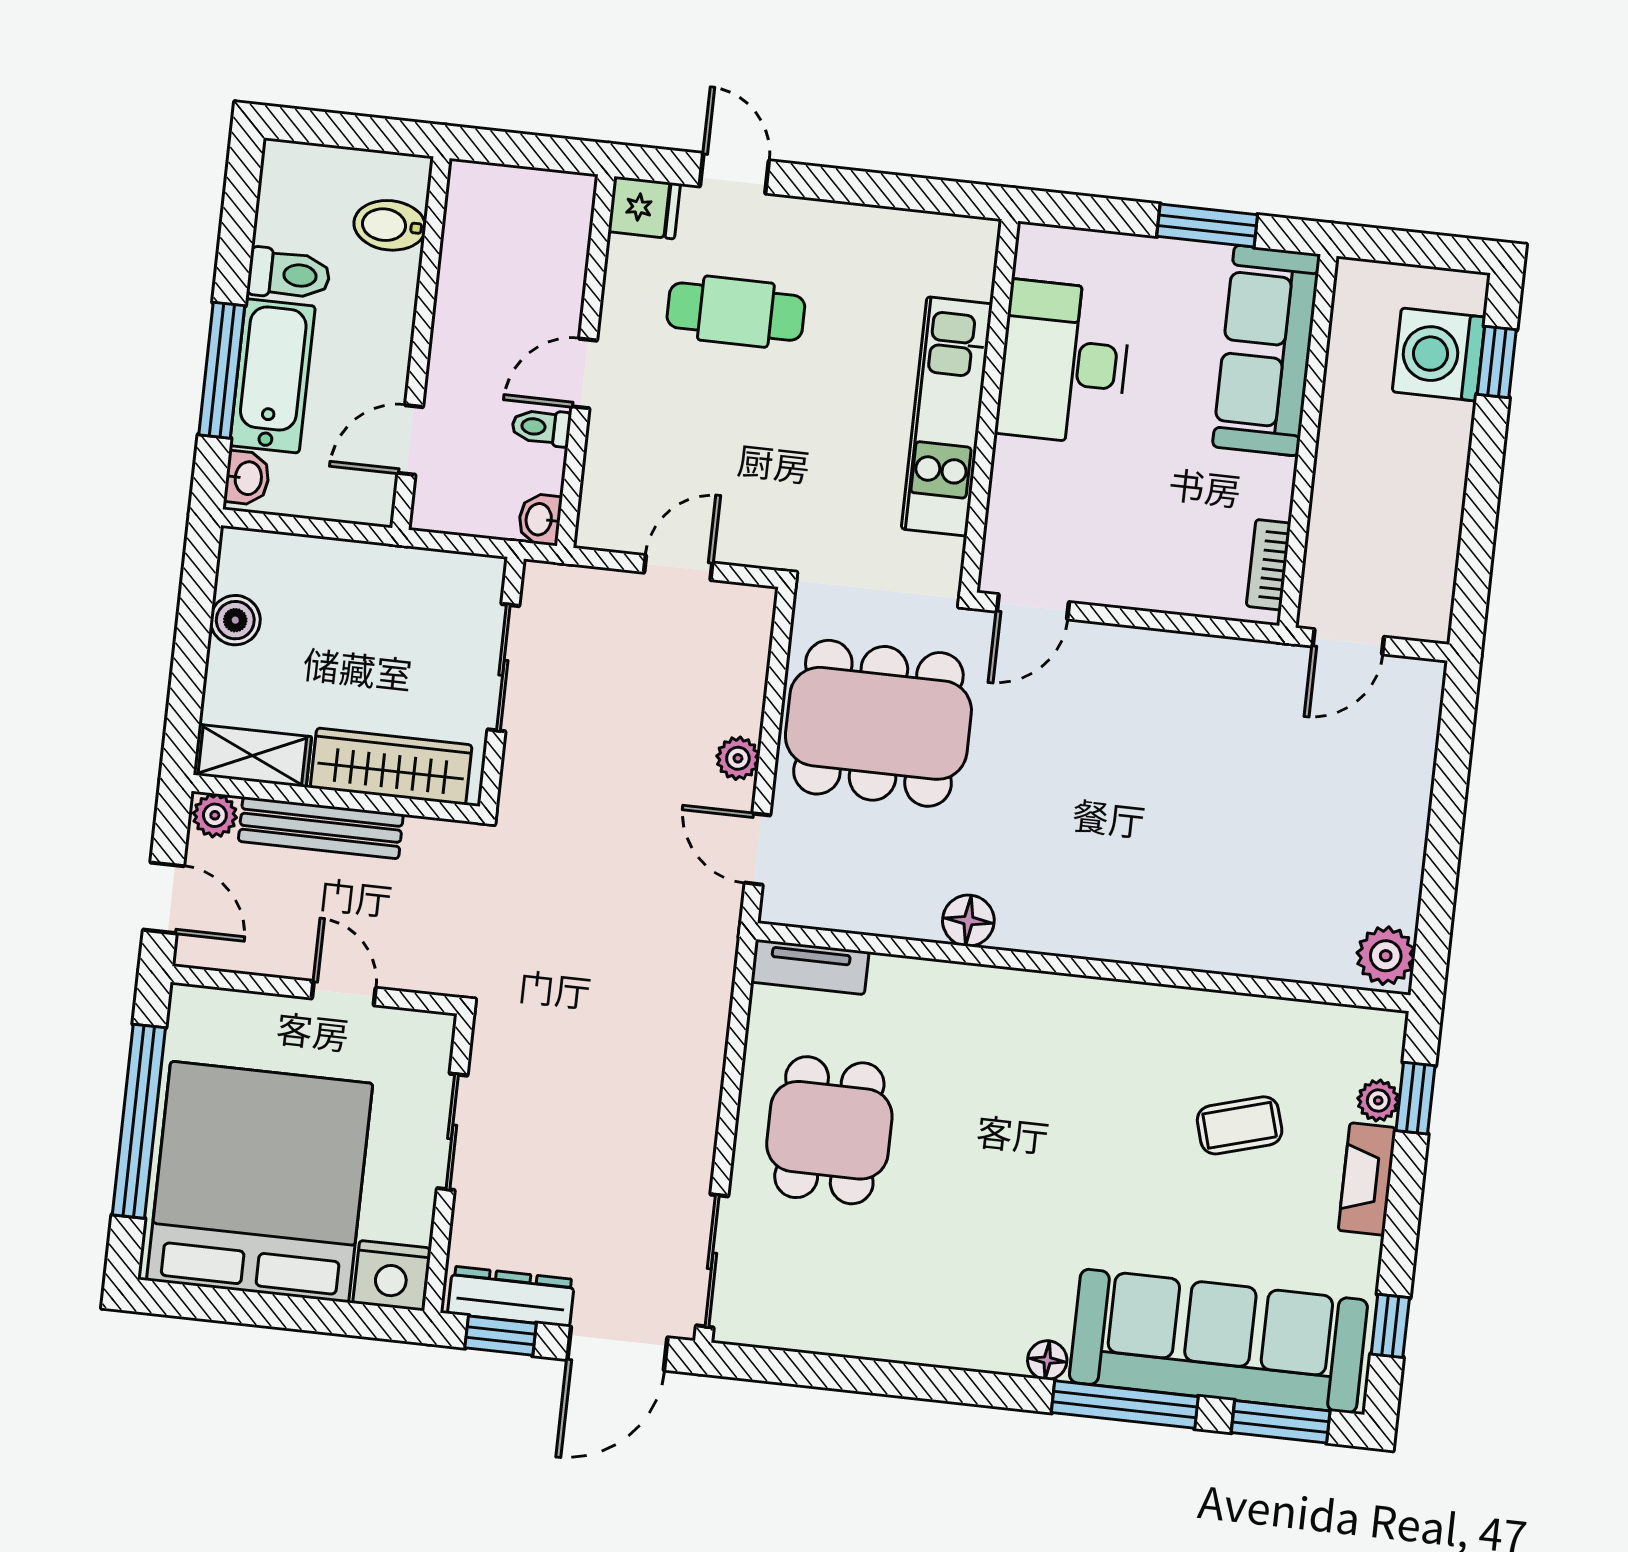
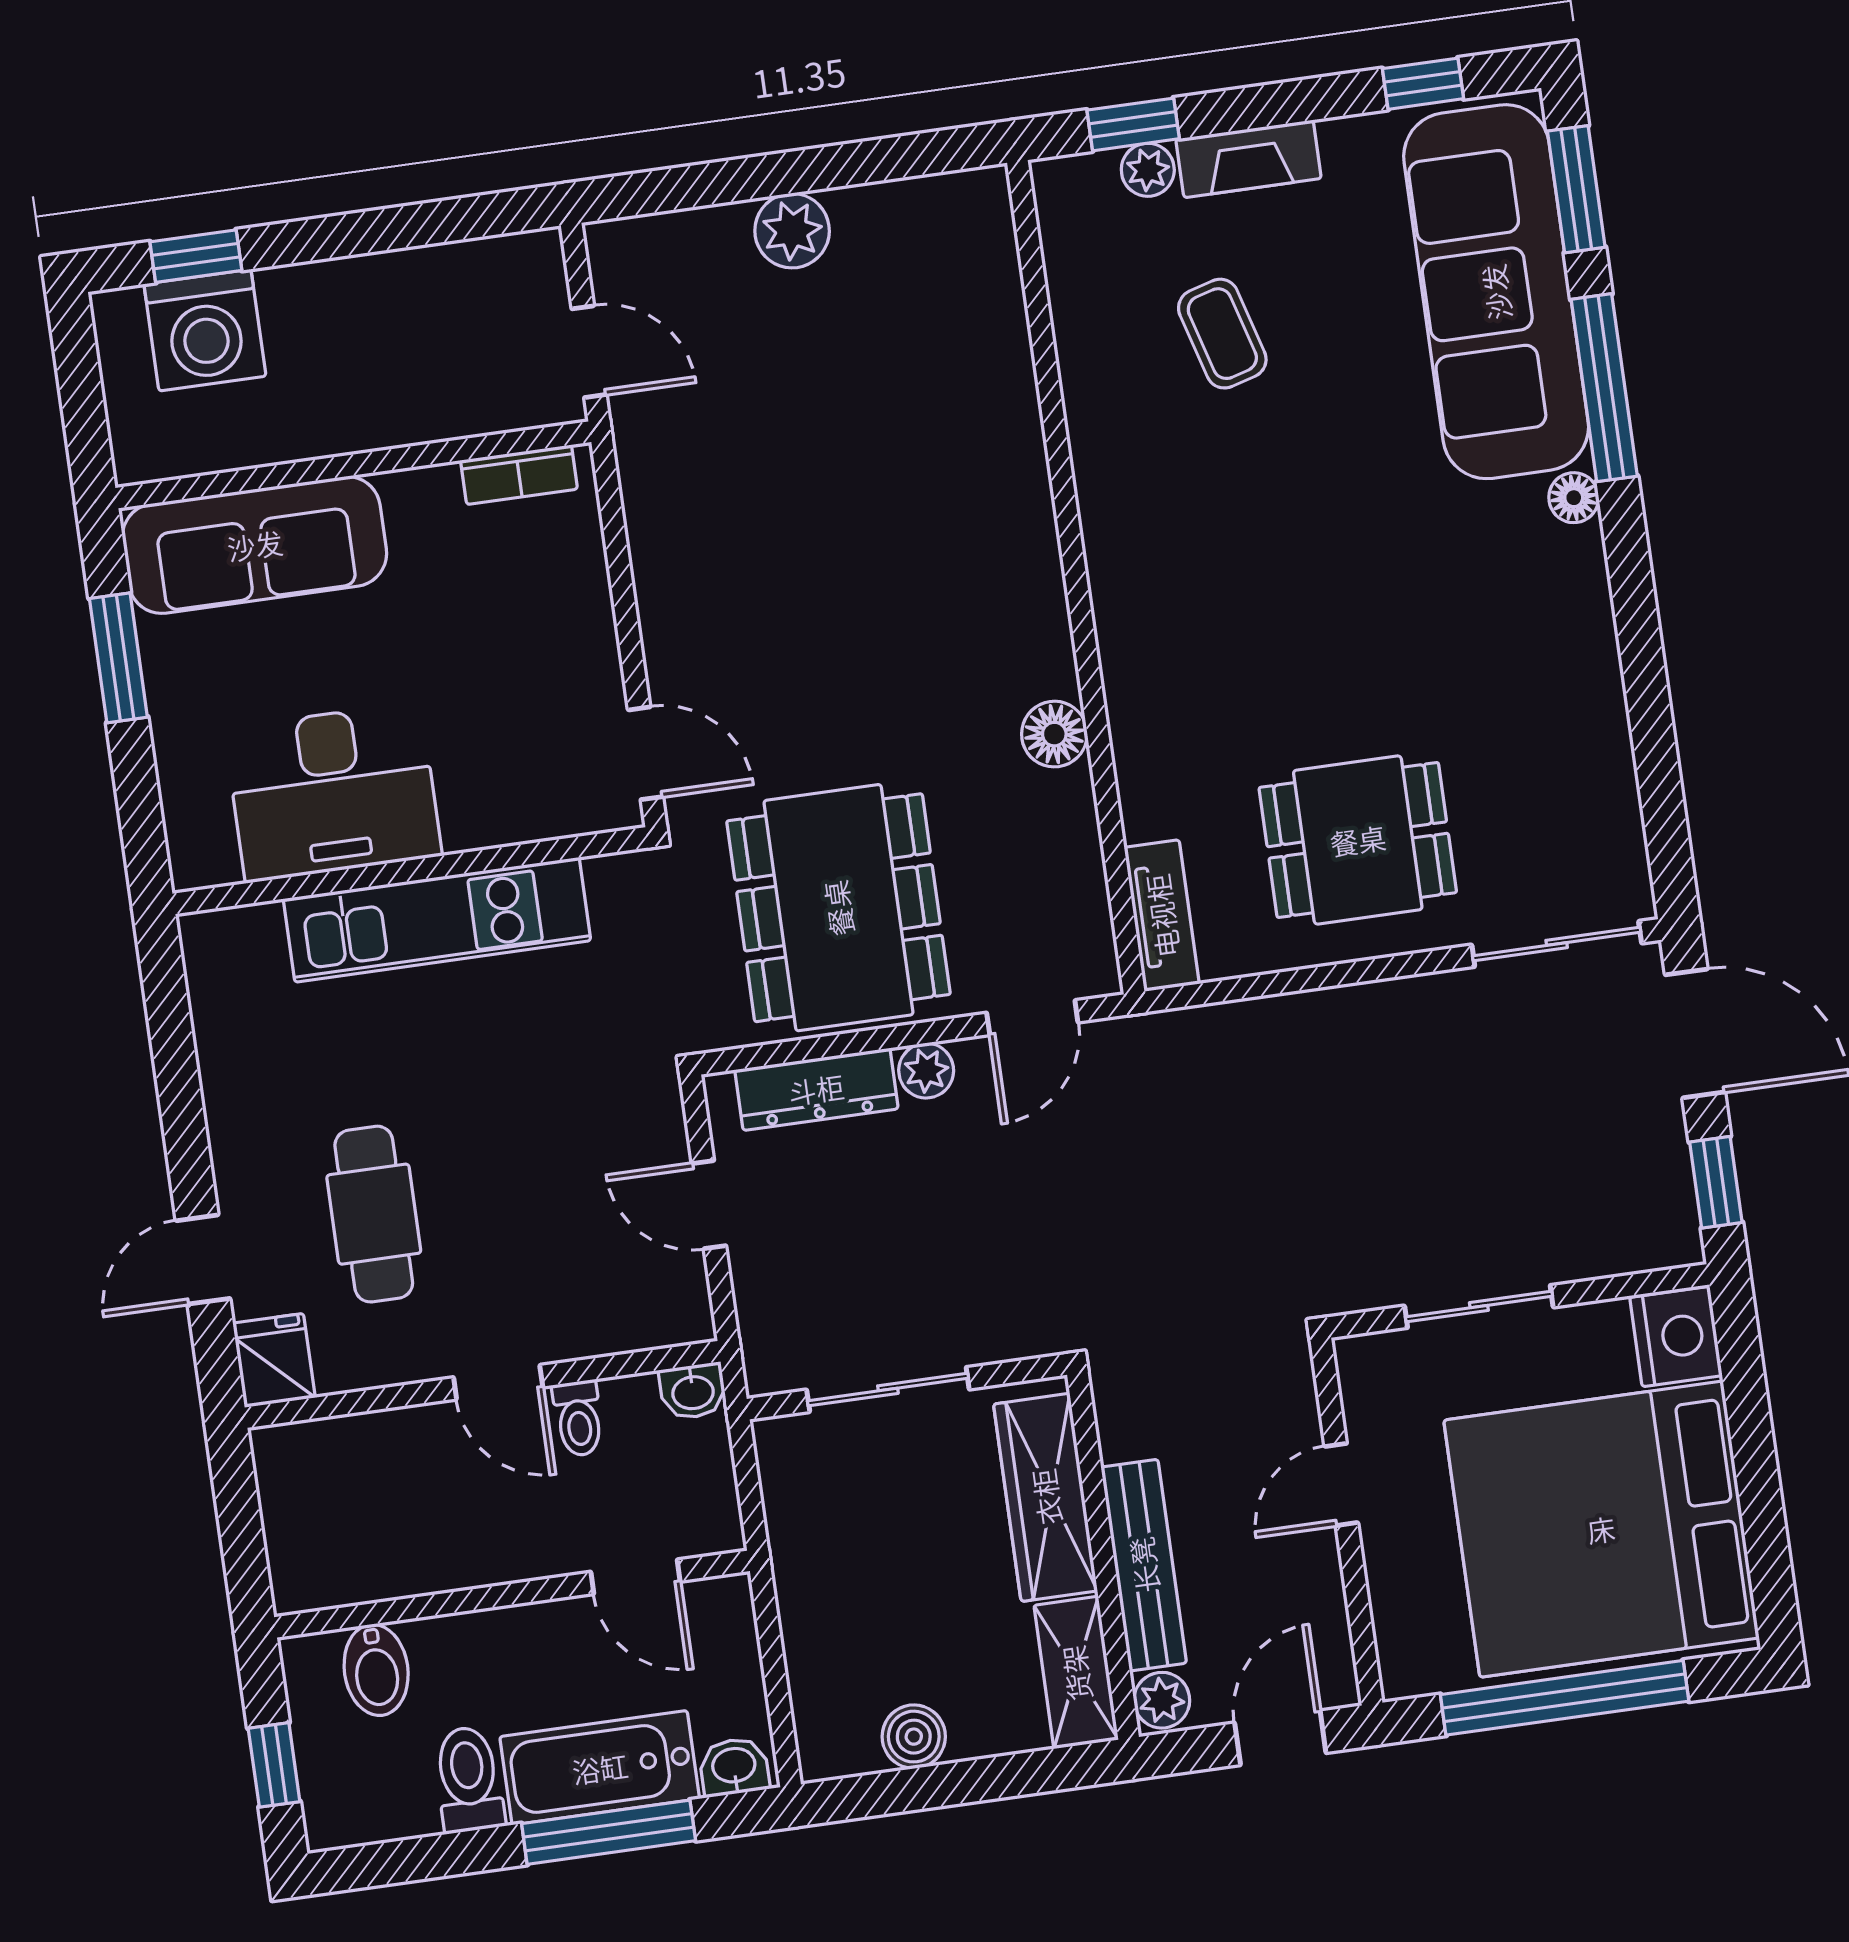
window: (337, 130) -> (274, 1765), added
plant: (1386, 956) -> (792, 231), moved
dresser: (511, 1297) -> (816, 1089), moved, turned -90

